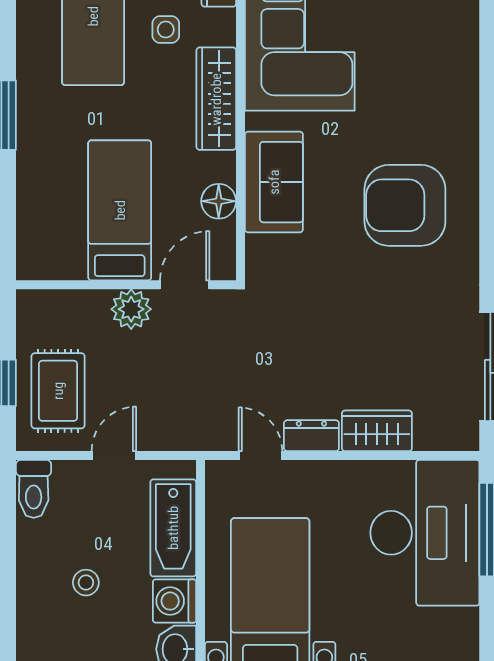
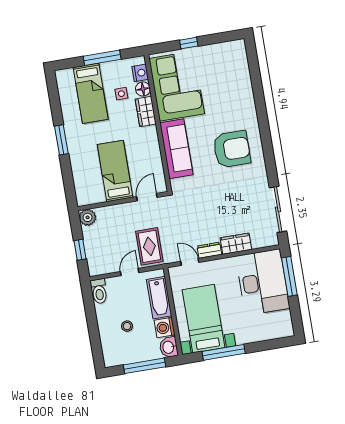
wardrobe: (216, 99) -> (146, 111), width x0.67
sofa: (274, 182) -> (176, 149), width x1.36
floor lamp: (219, 201) -> (143, 89), moved
armchair: (405, 205) -> (232, 149), turned 180
plant: (131, 309) -> (88, 217), moved
rug: (58, 391) -> (149, 246), moved

